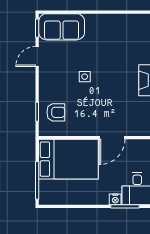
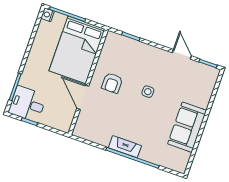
sofa: (62, 27) -> (187, 127), moved
armchair: (56, 112) -> (112, 83), moved
nightstand: (115, 199) -> (48, 15), moved

